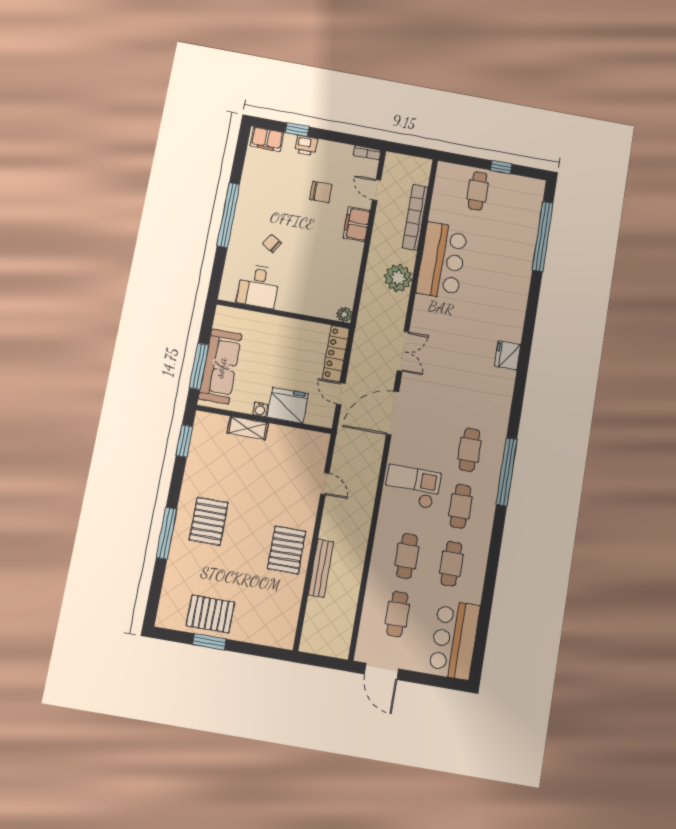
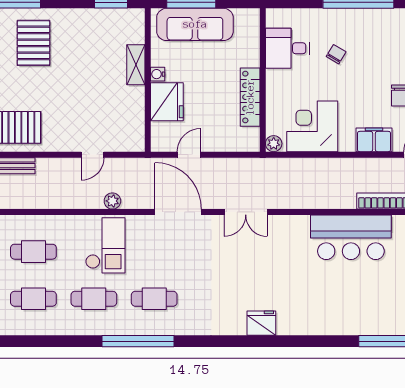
corner desk: (335, 277) -> (312, 126), added
plant: (398, 278) -> (112, 201), moved, width x0.53, depth x0.53
locker: (336, 353) -> (250, 97), moved, turned -90
pallet: (209, 521) -> (33, 43), turned 90

